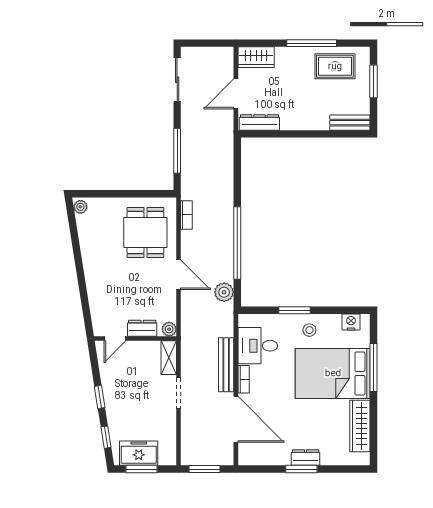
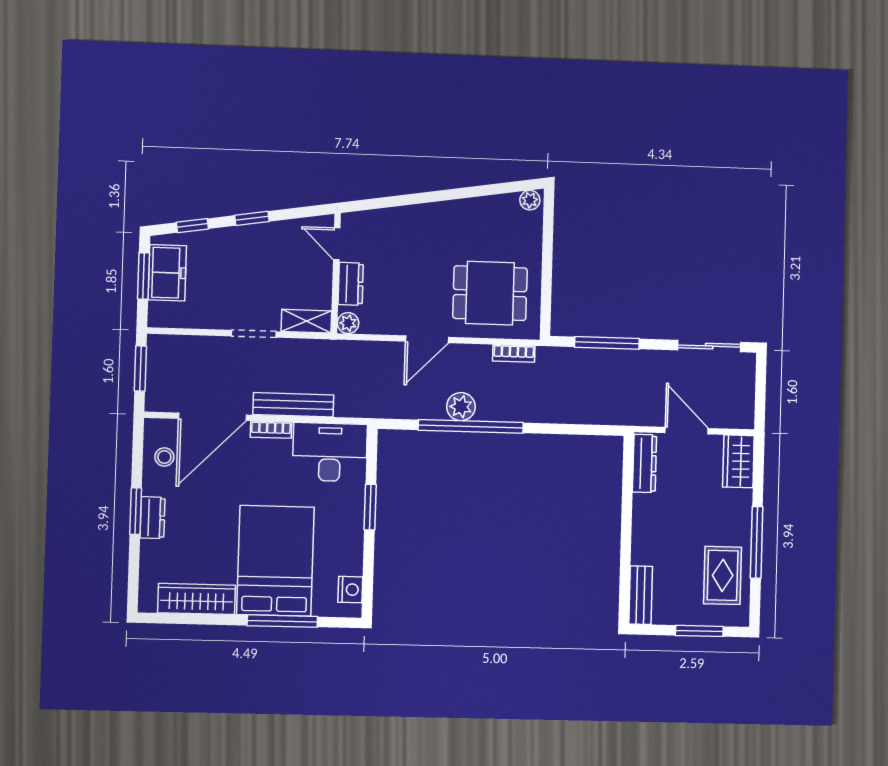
plant: (224, 292) -> (461, 407), moved
stool: (309, 330) -> (164, 457), moved
desk: (258, 346) -> (330, 452), width x1.37

